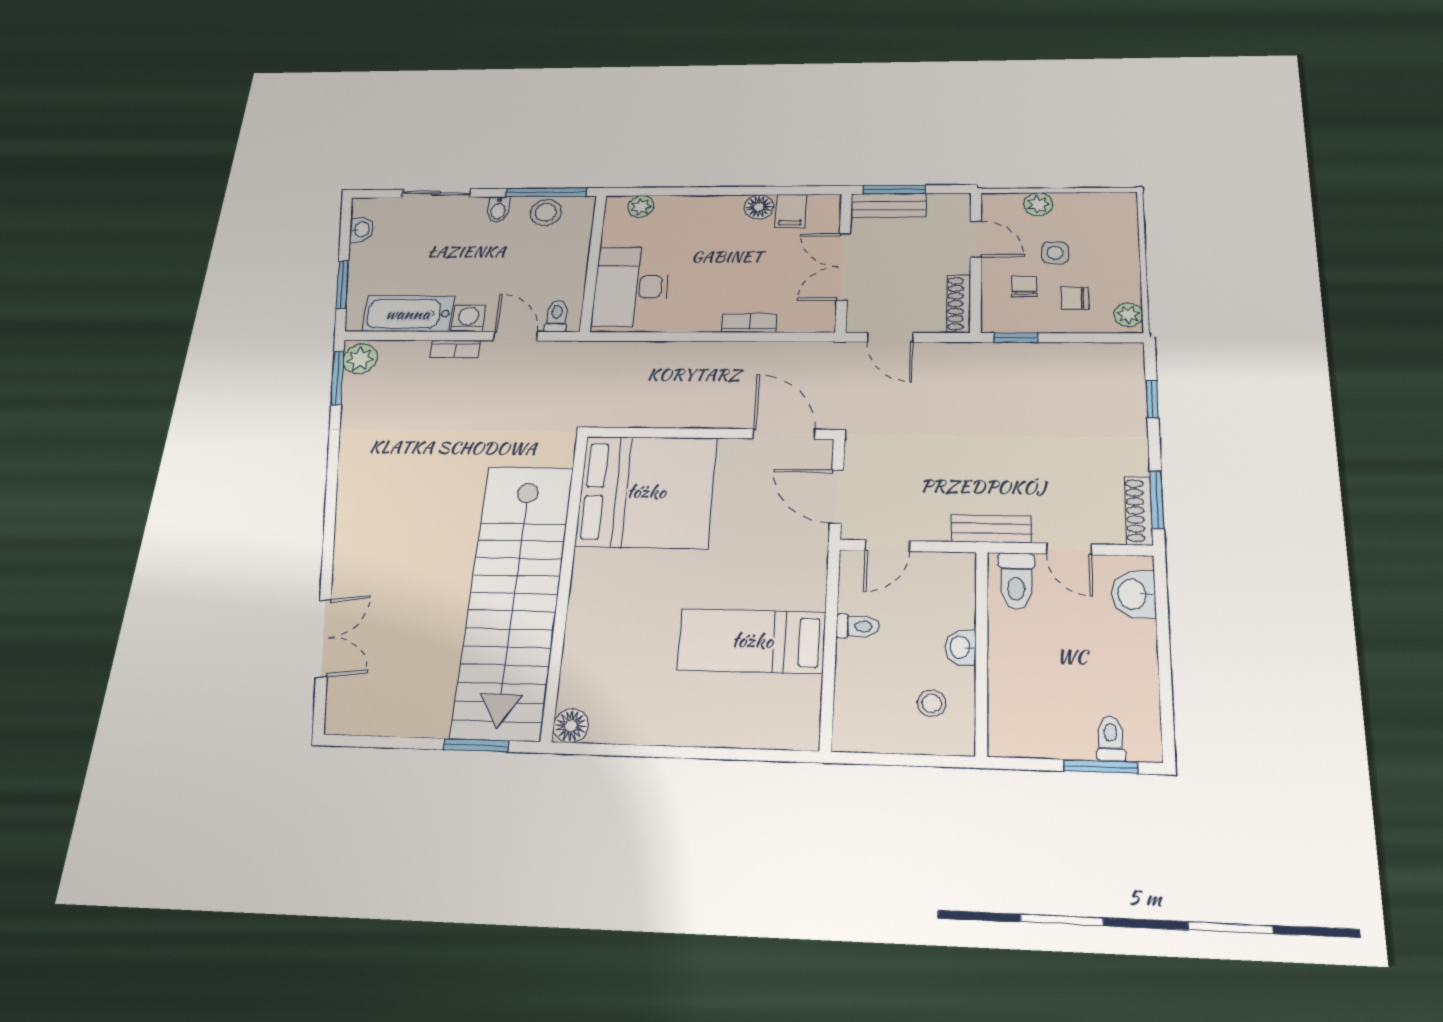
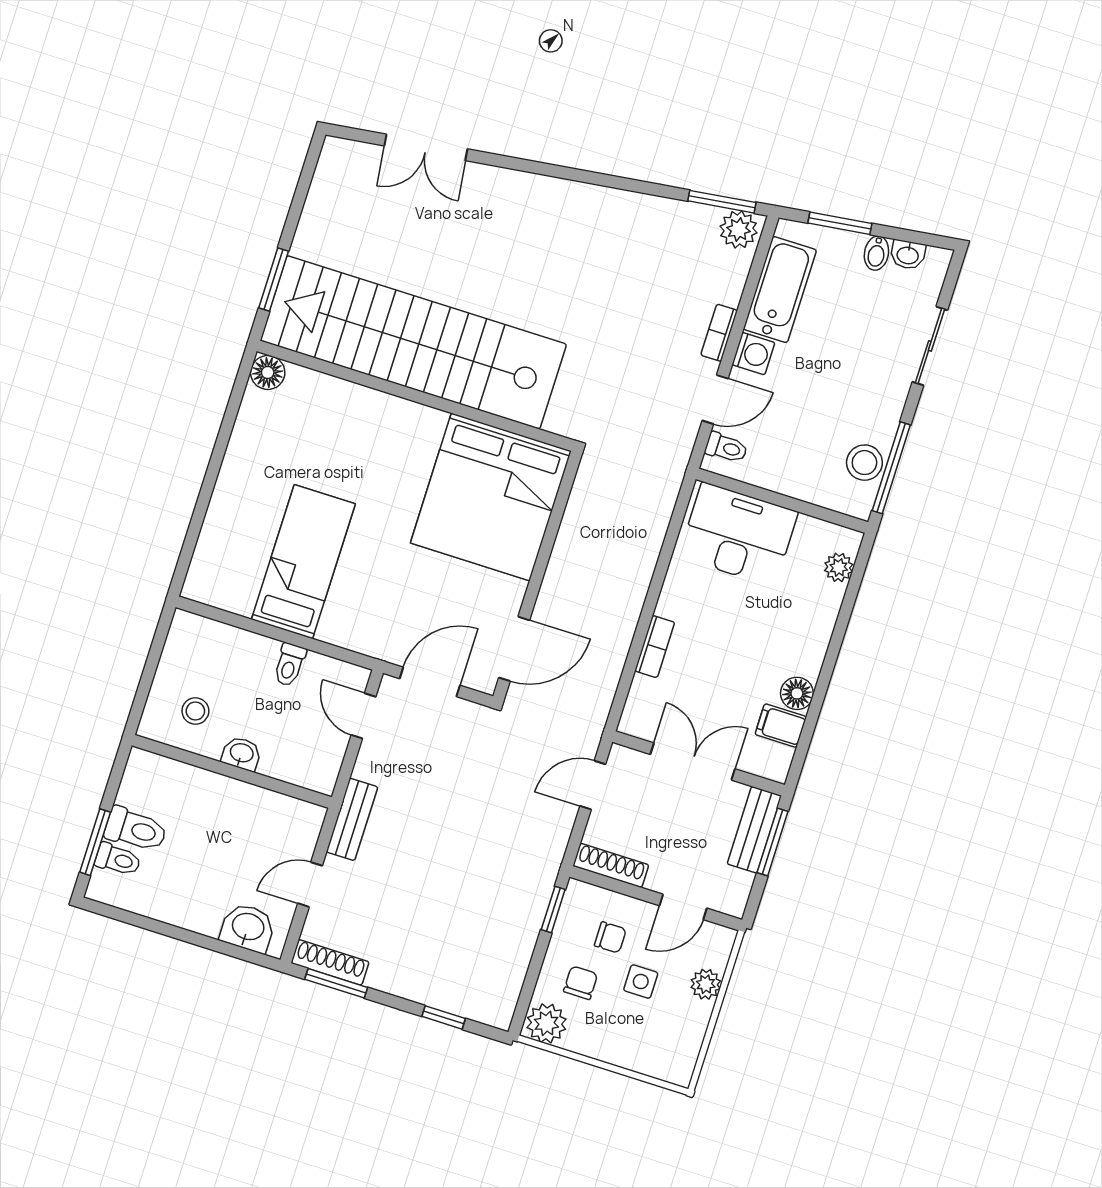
bidet: (498, 209) -> (876, 253), moved, turned -97
plant: (1128, 315) -> (546, 1023), width x1.38, depth x1.38
toilet: (1016, 581) -> (136, 830), moved, turned 180

